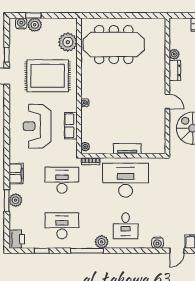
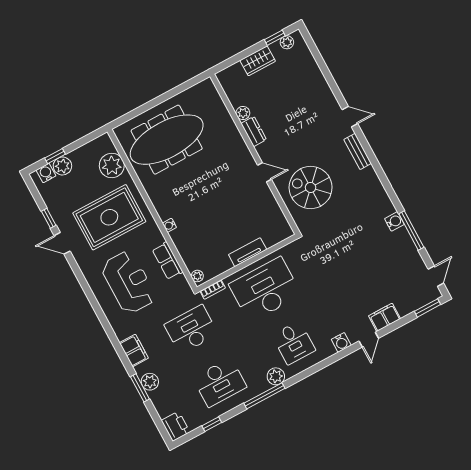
reception desk: (37, 126) -> (129, 282), turned 180
desk: (62, 226) -> (220, 382), turned 180

